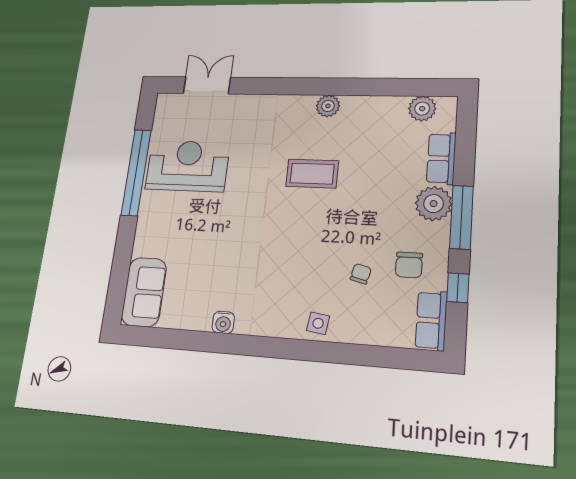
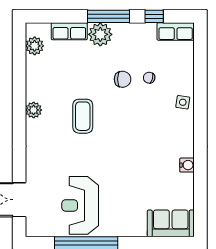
chair: (409, 265) -> (123, 79), moved

